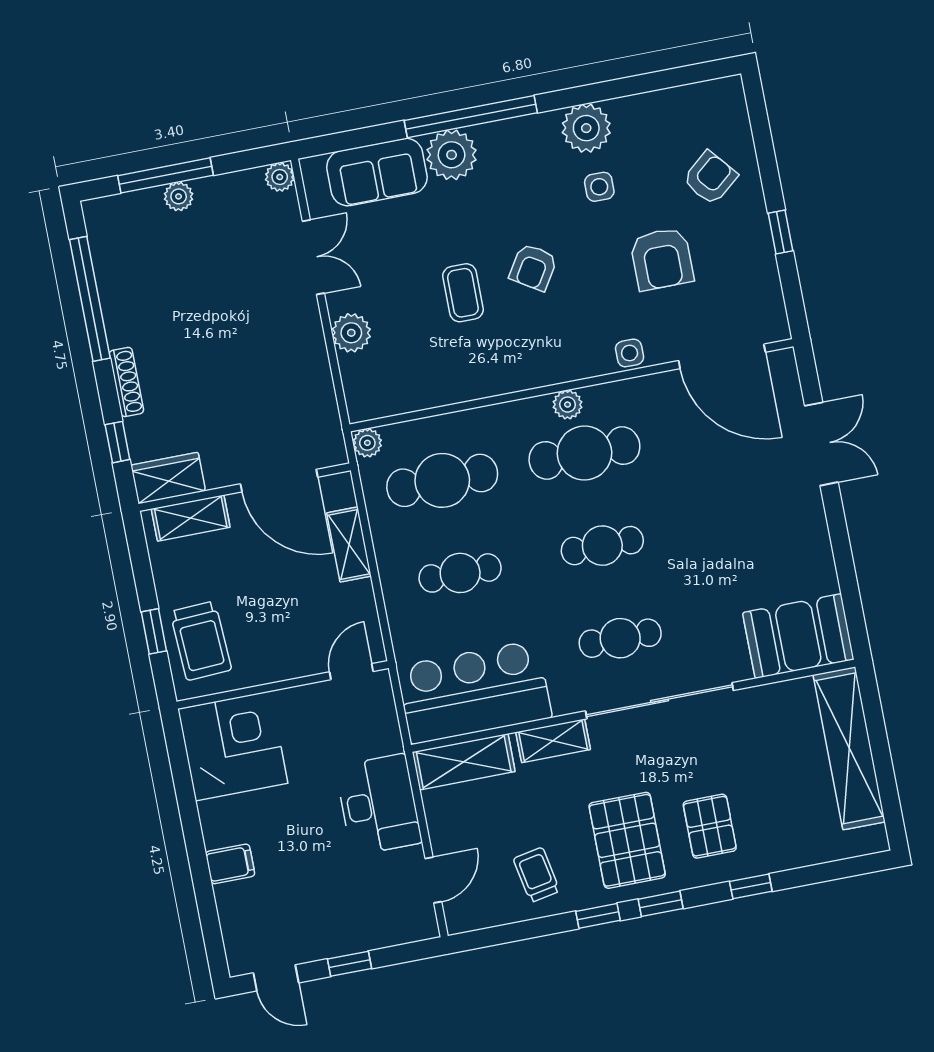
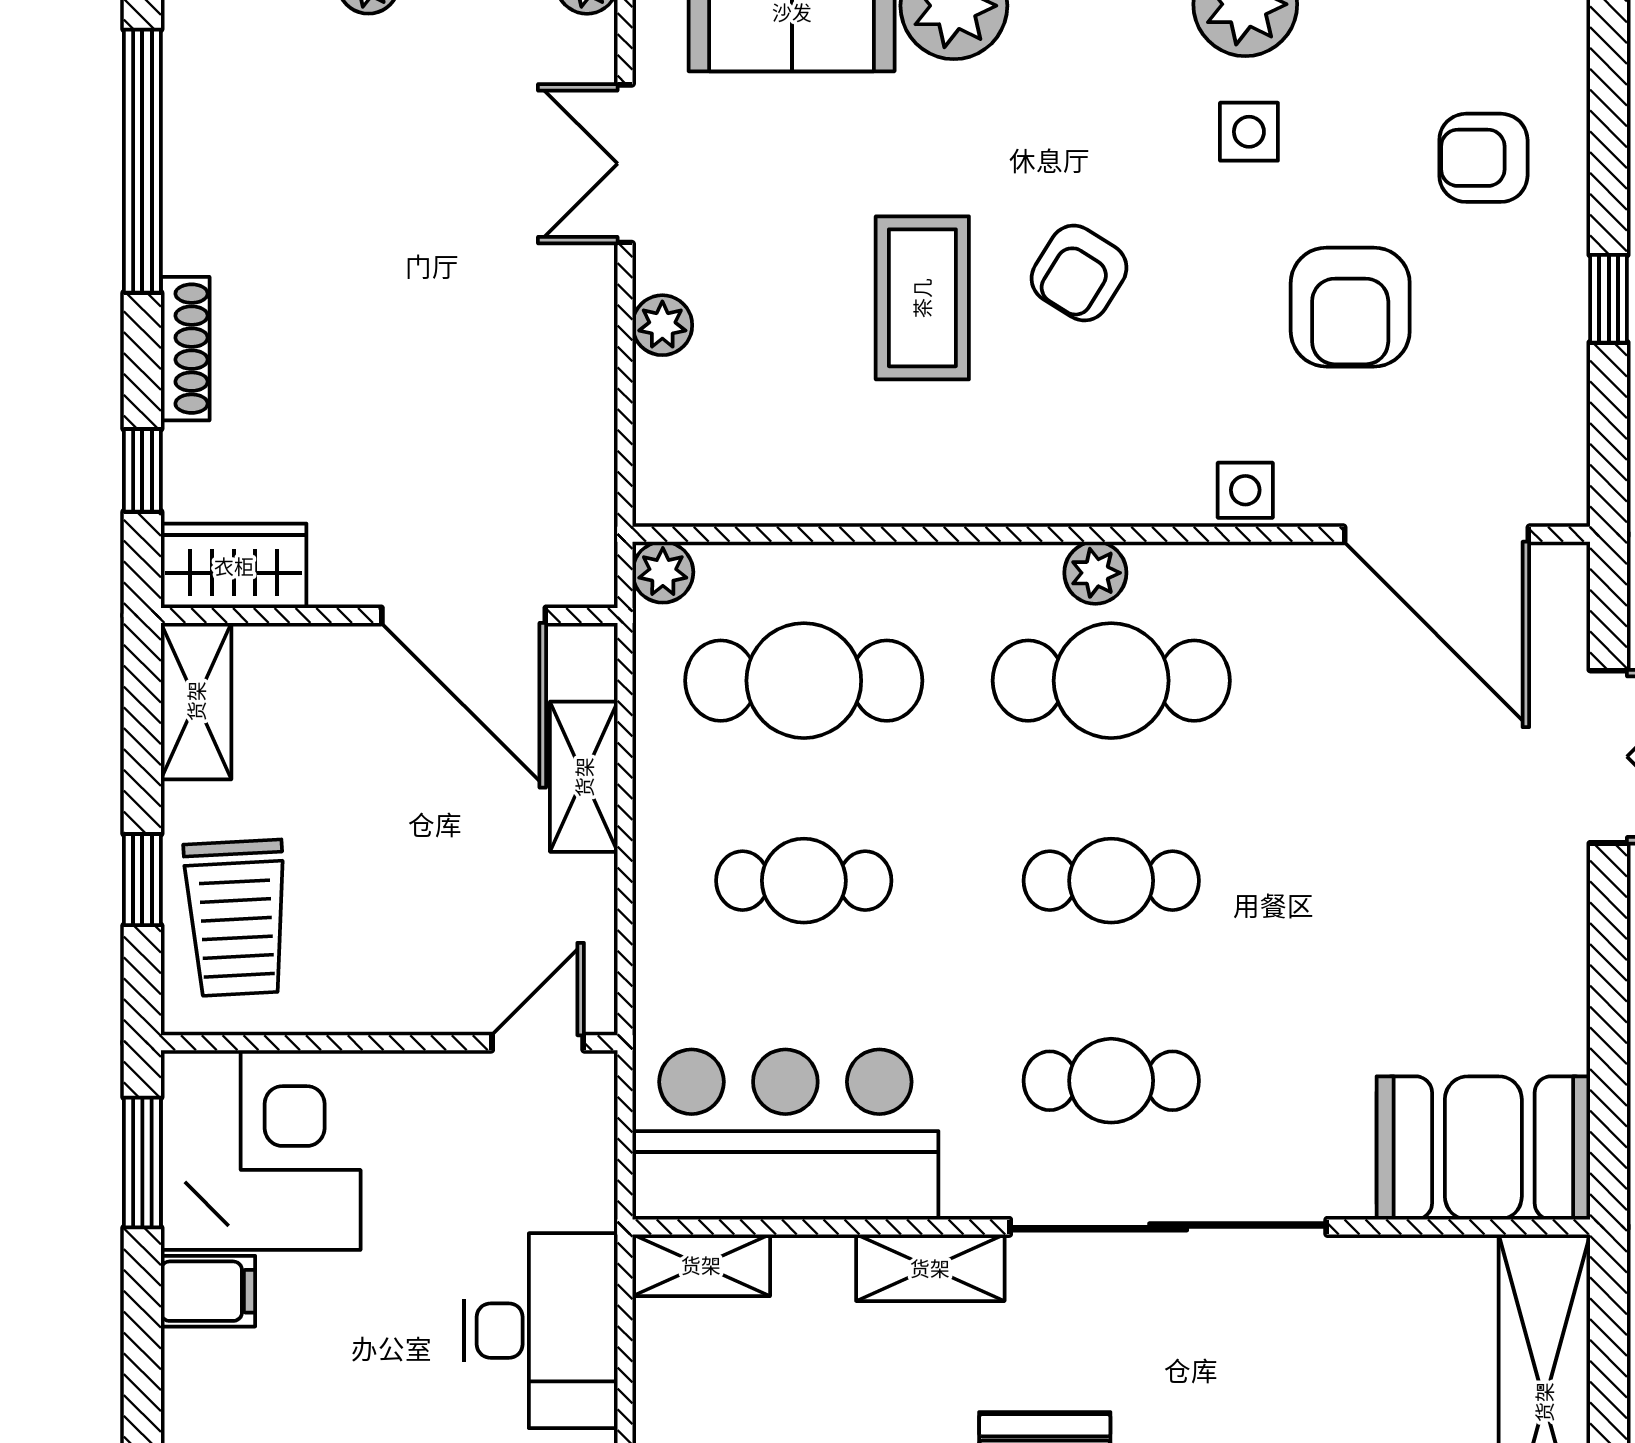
armchair: (710, 178) -> (1483, 158), turned -140
double door: (313, 257) -> (625, 164), swing flipped
coffee table: (463, 293) -> (922, 298), width x1.36, depth x1.30
plant: (351, 333) -> (662, 325), width x0.73, depth x0.73
shelving: (191, 518) -> (196, 701), moved, turned 90
window: (179, 762) -> (142, 1162), added
shelving: (464, 762) -> (701, 1265), width x0.67, depth x0.75
filing cabinet: (230, 864) -> (208, 1291), moved

